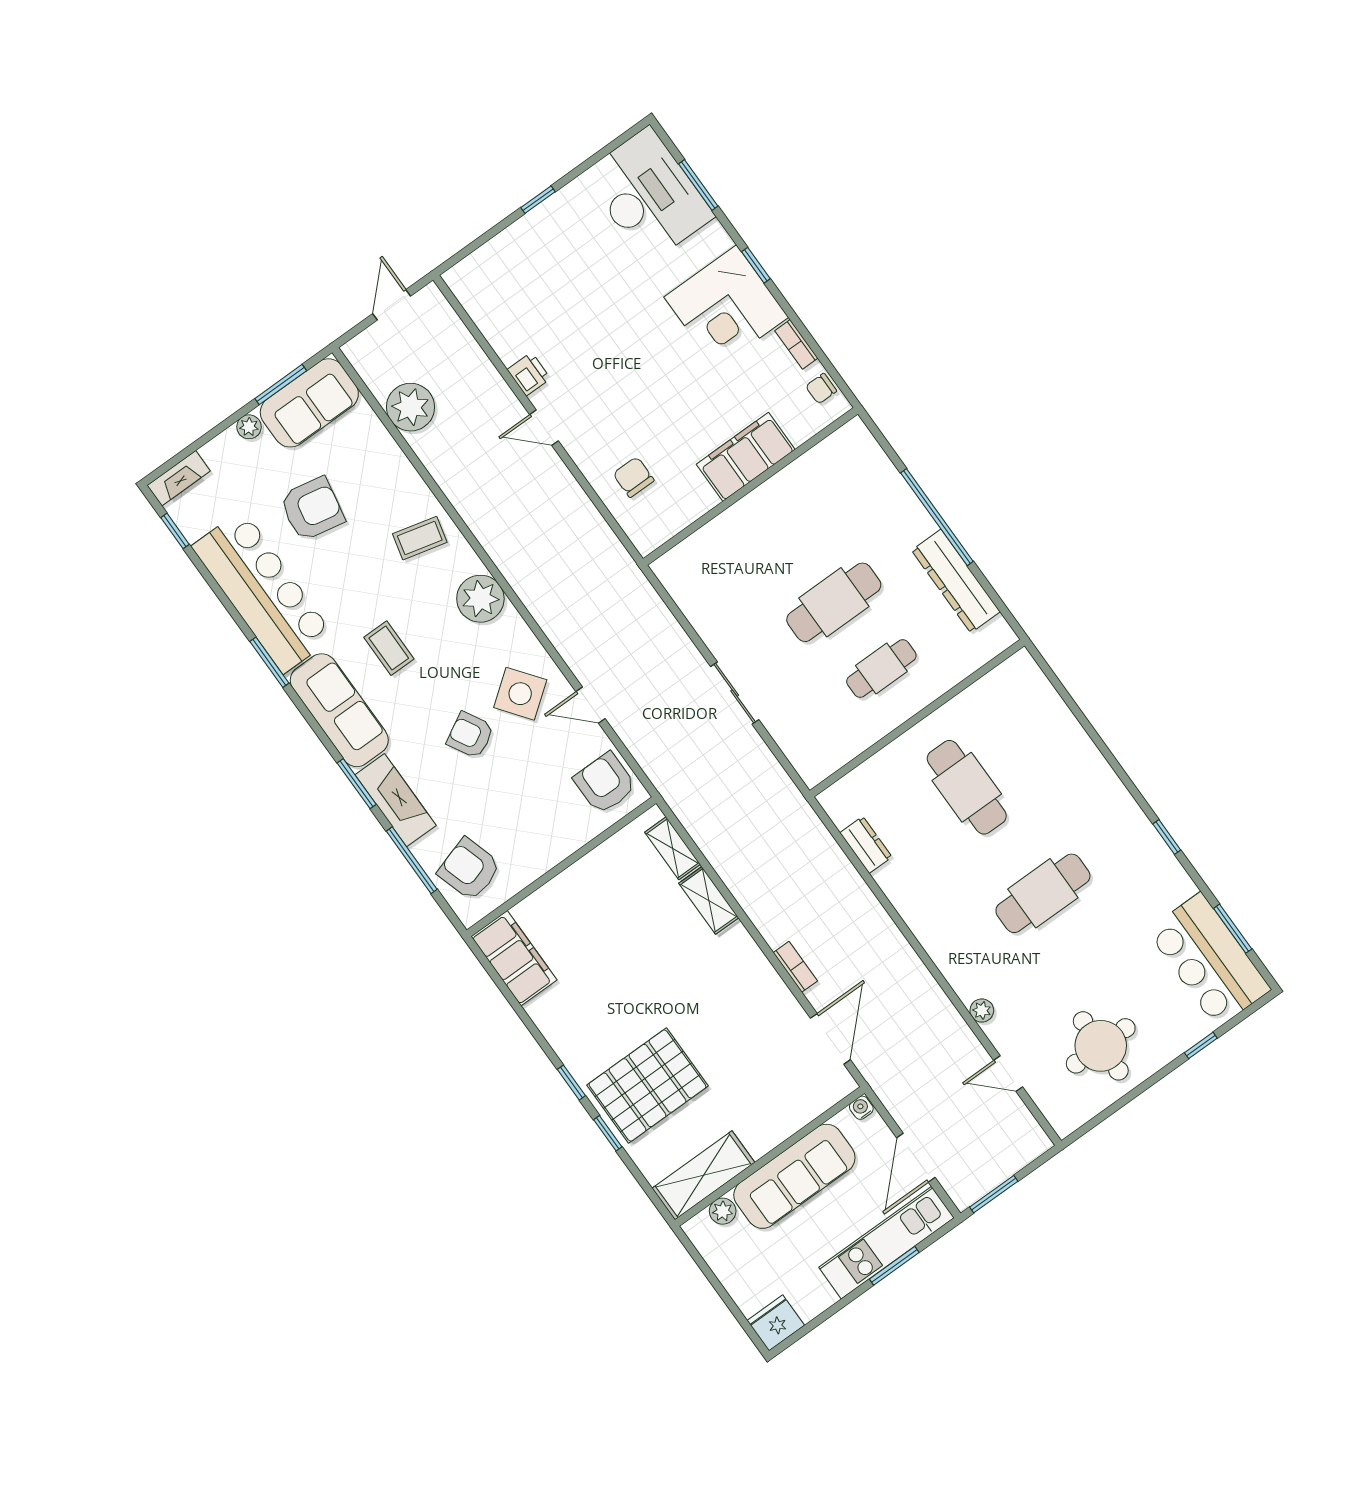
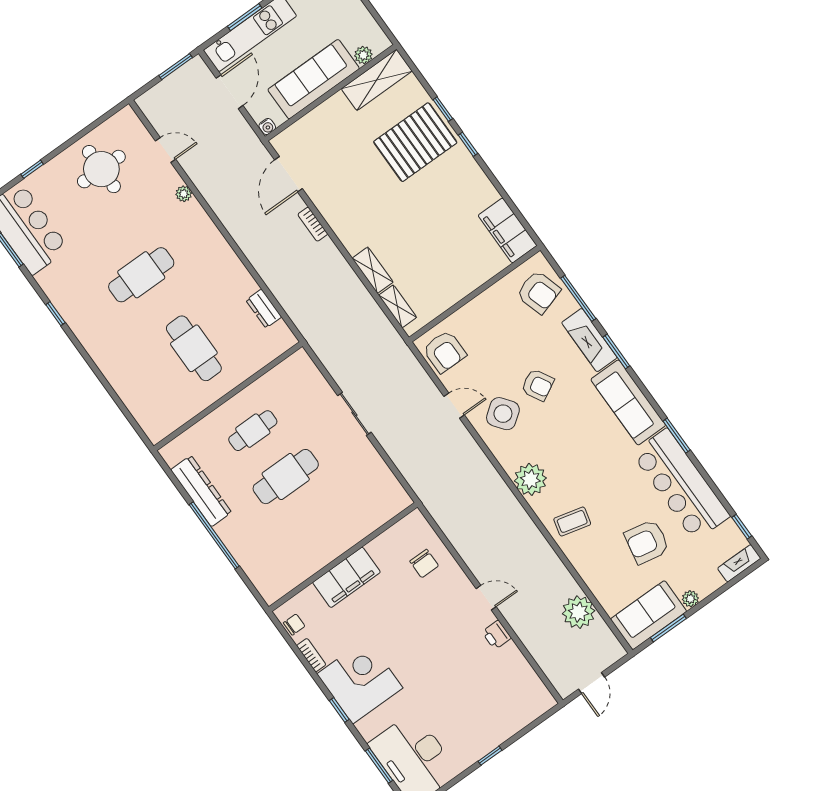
coffee table: (389, 648) -> (594, 445), removed

